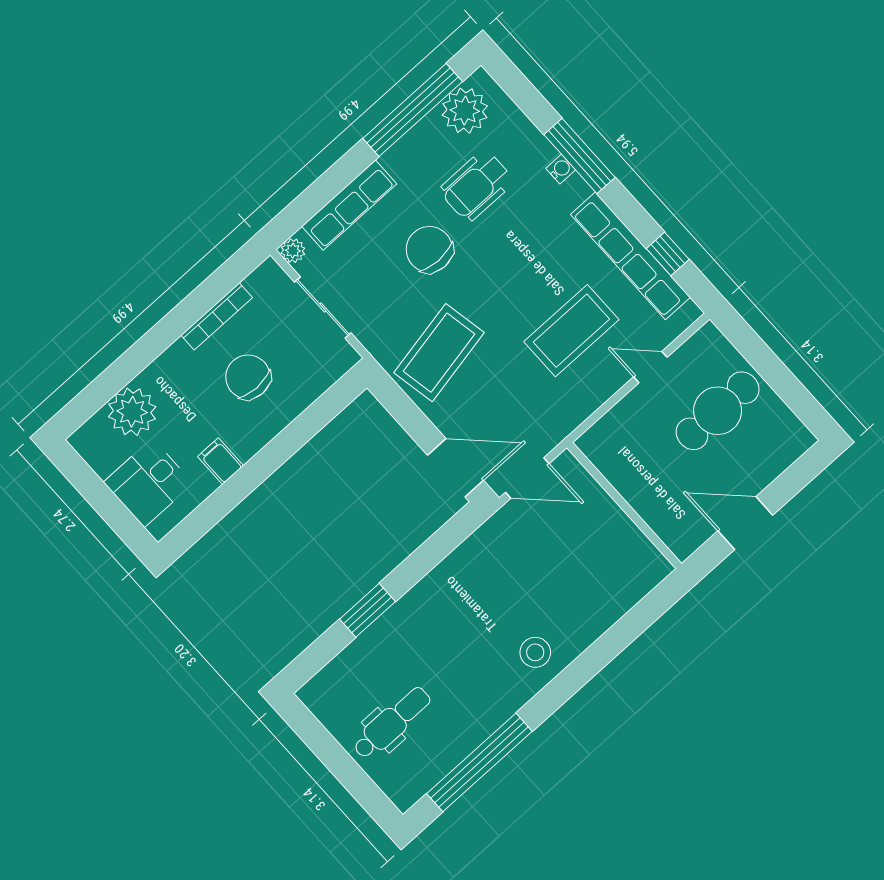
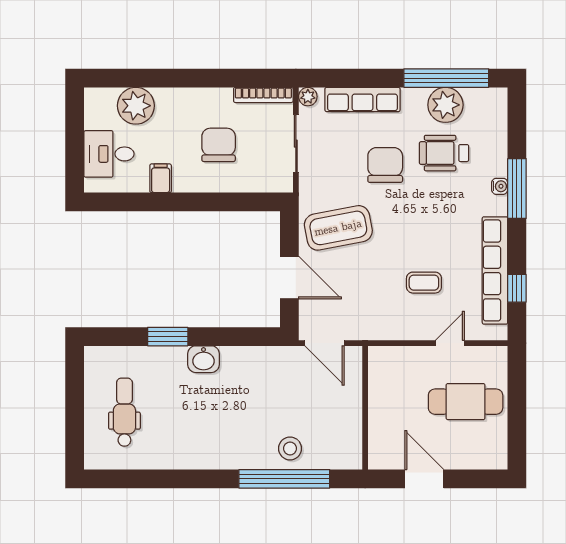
plant: (465, 111) -> (445, 105), moved
bookcase: (217, 316) -> (263, 95), moved
coffee table: (571, 331) -> (424, 283), width x0.54, depth x0.58
door: (650, 367) -> (450, 343), hinge flipped
door: (456, 468) -> (289, 278), moved
washbasin: (423, 601) -> (204, 359), added
stool: (535, 652) -> (290, 448), moved
dental chair: (392, 723) -> (124, 412), turned -90
window: (479, 762) -> (284, 479), moved

